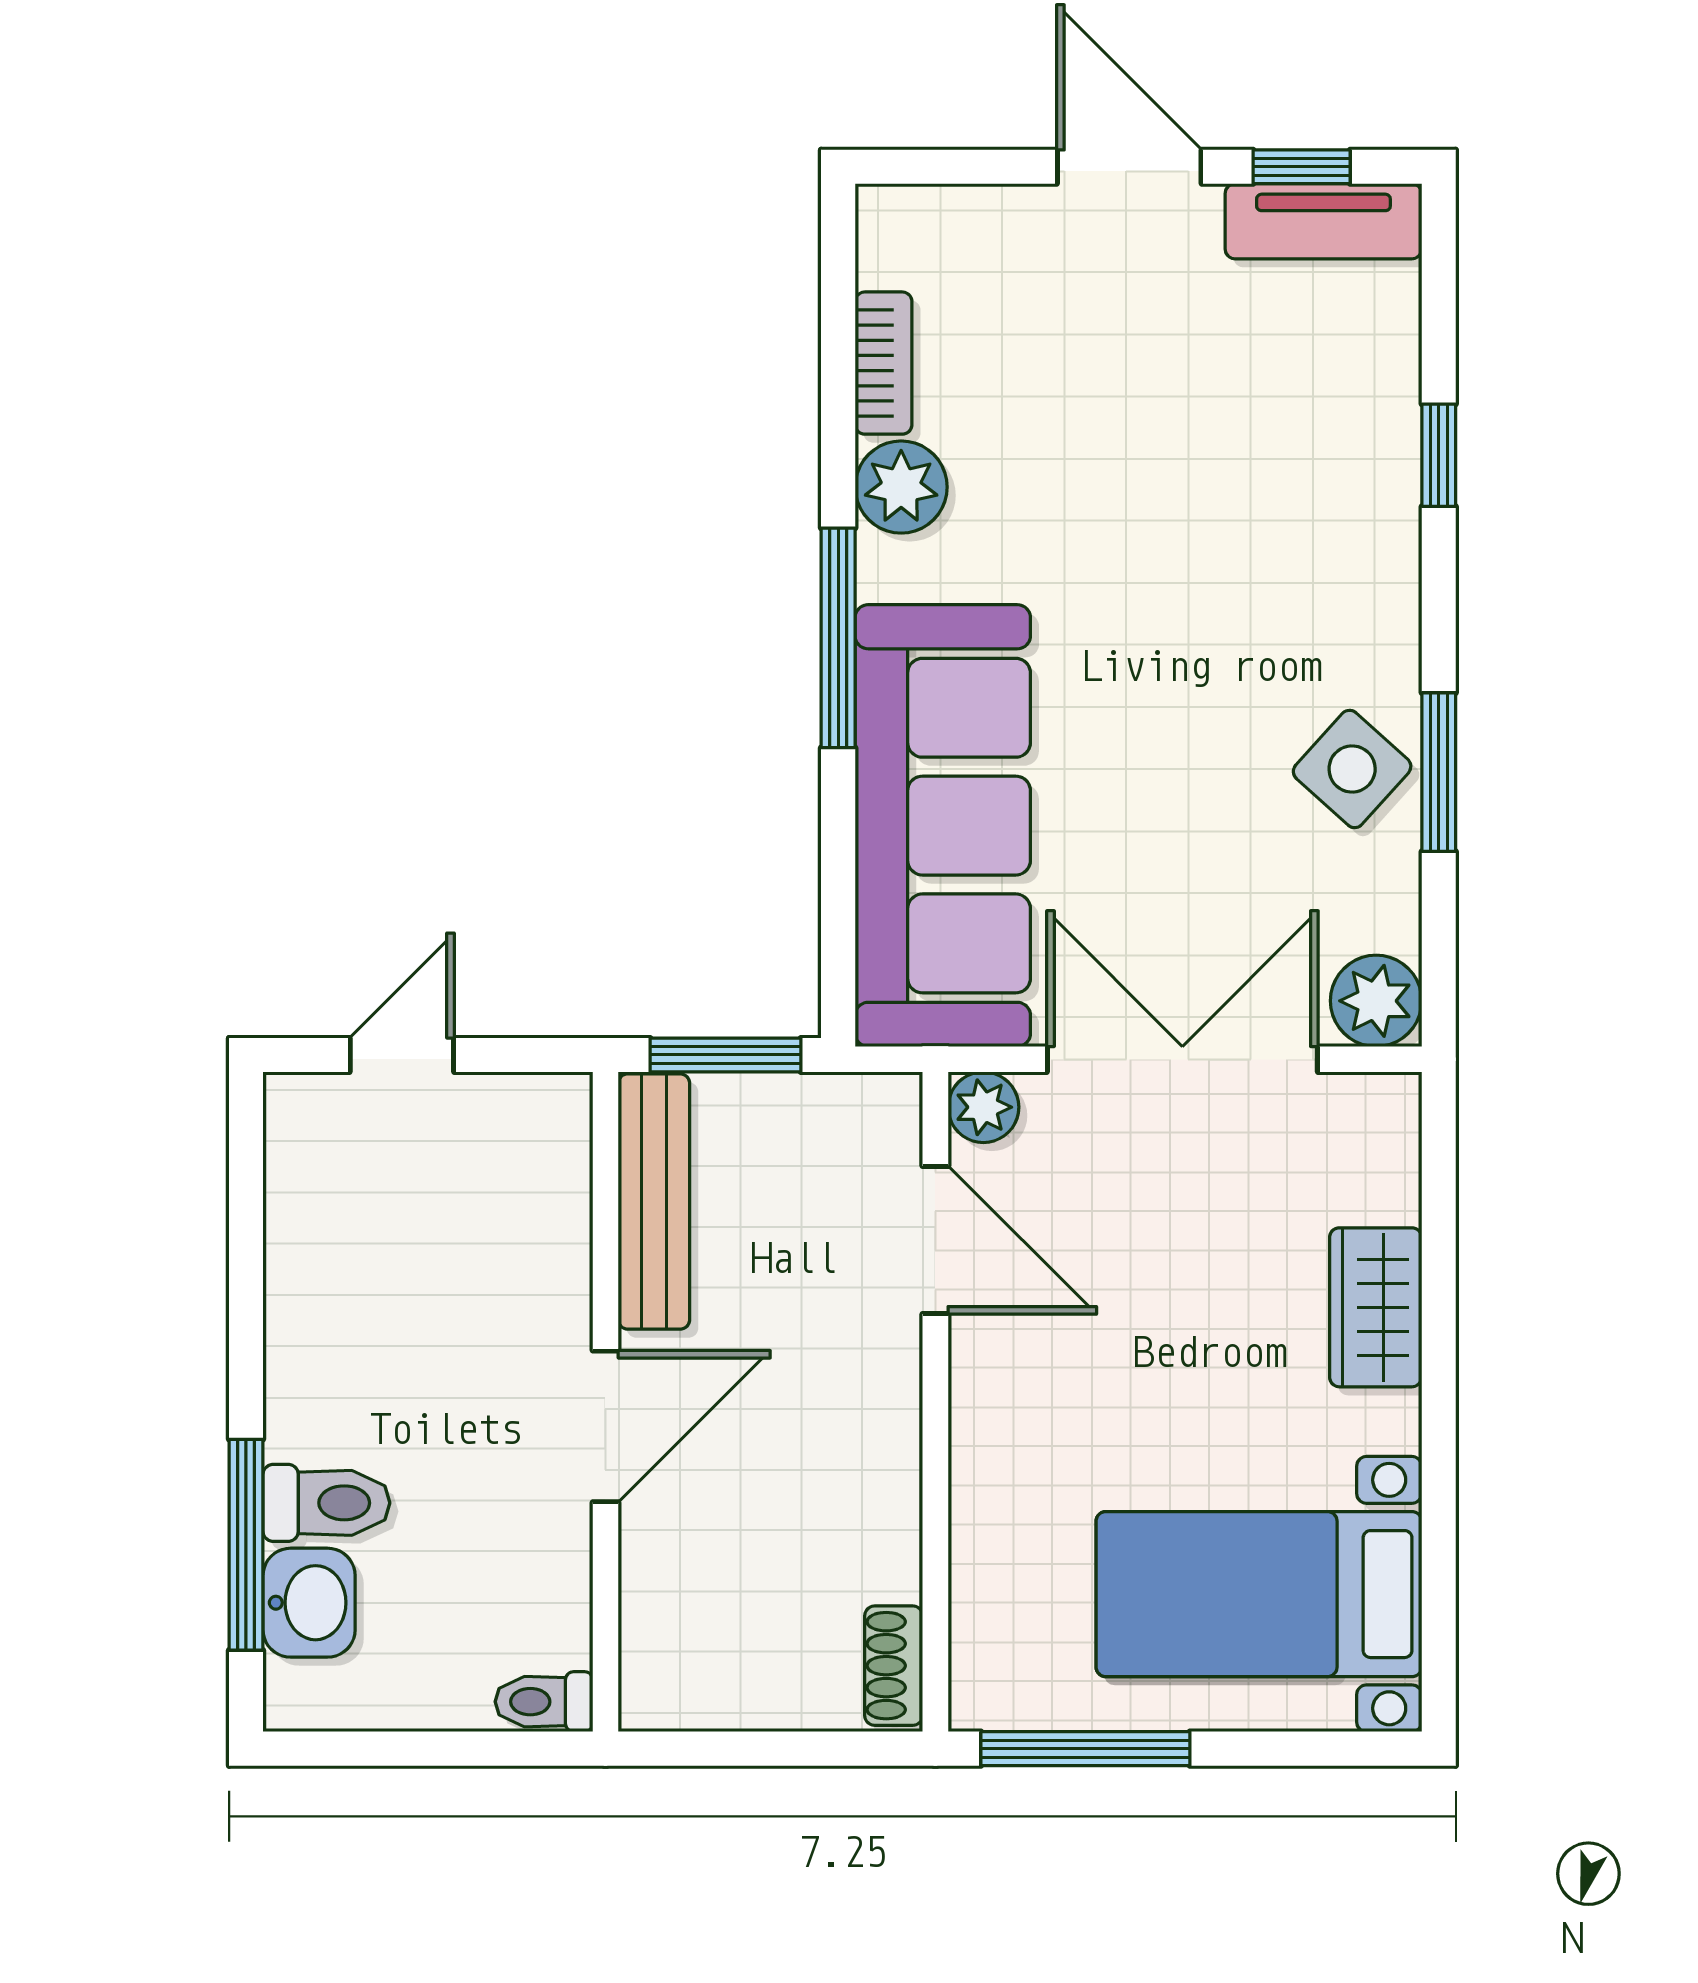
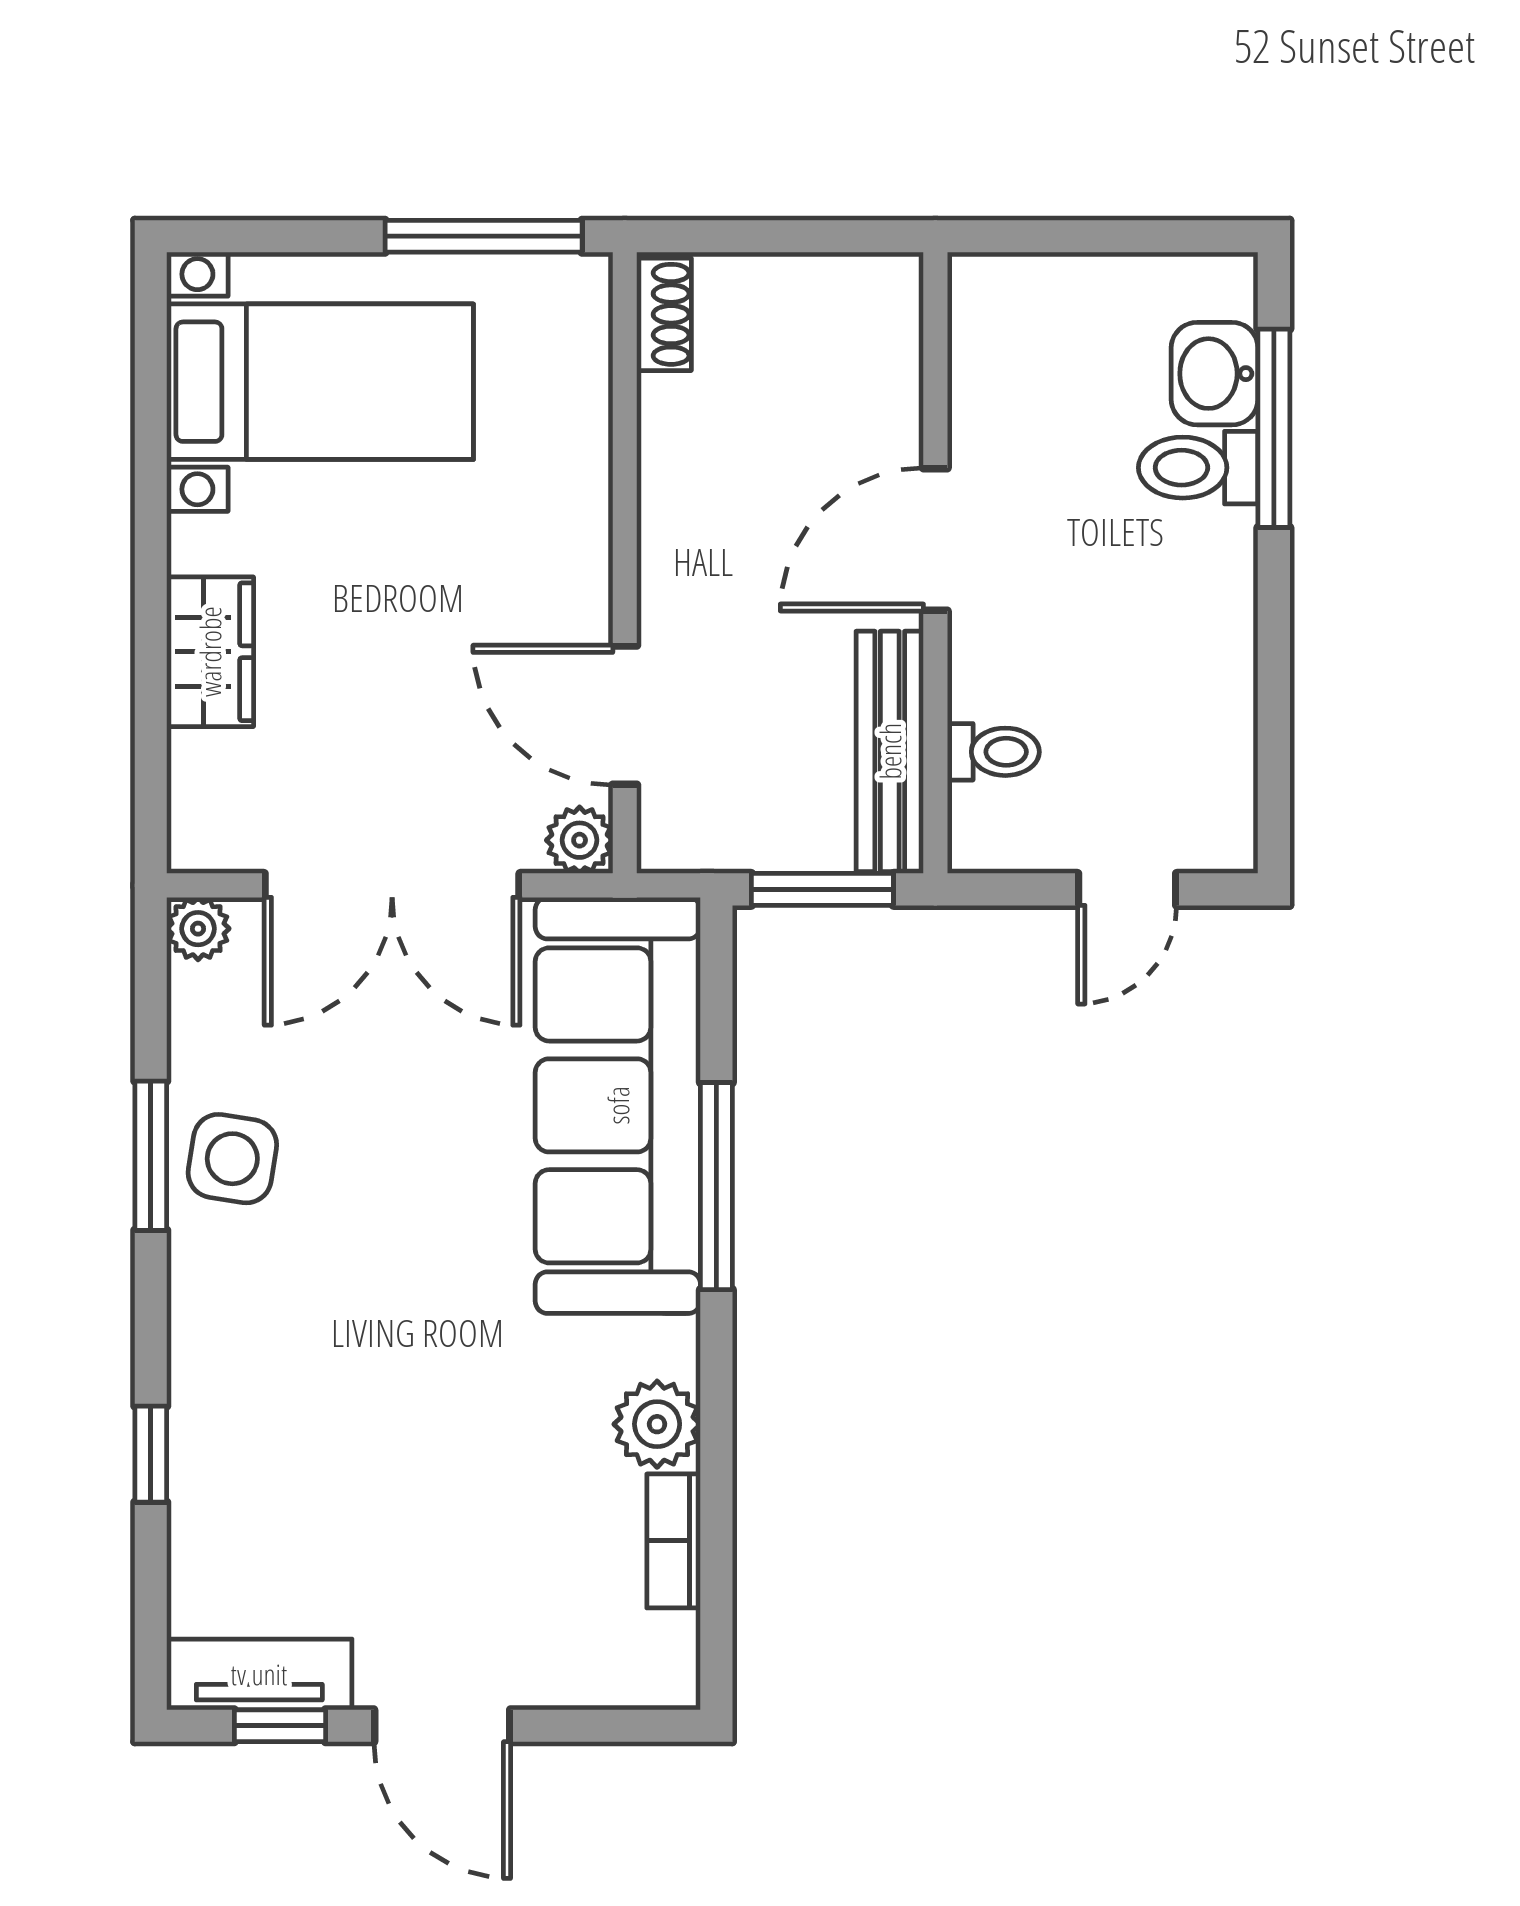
window: (838, 638) -> (716, 1186), moved
side table: (1352, 769) -> (232, 1159), turned -33
plant: (1376, 1001) -> (198, 929), width x0.73, depth x0.73
toilet: (544, 1702) -> (993, 752), moved

